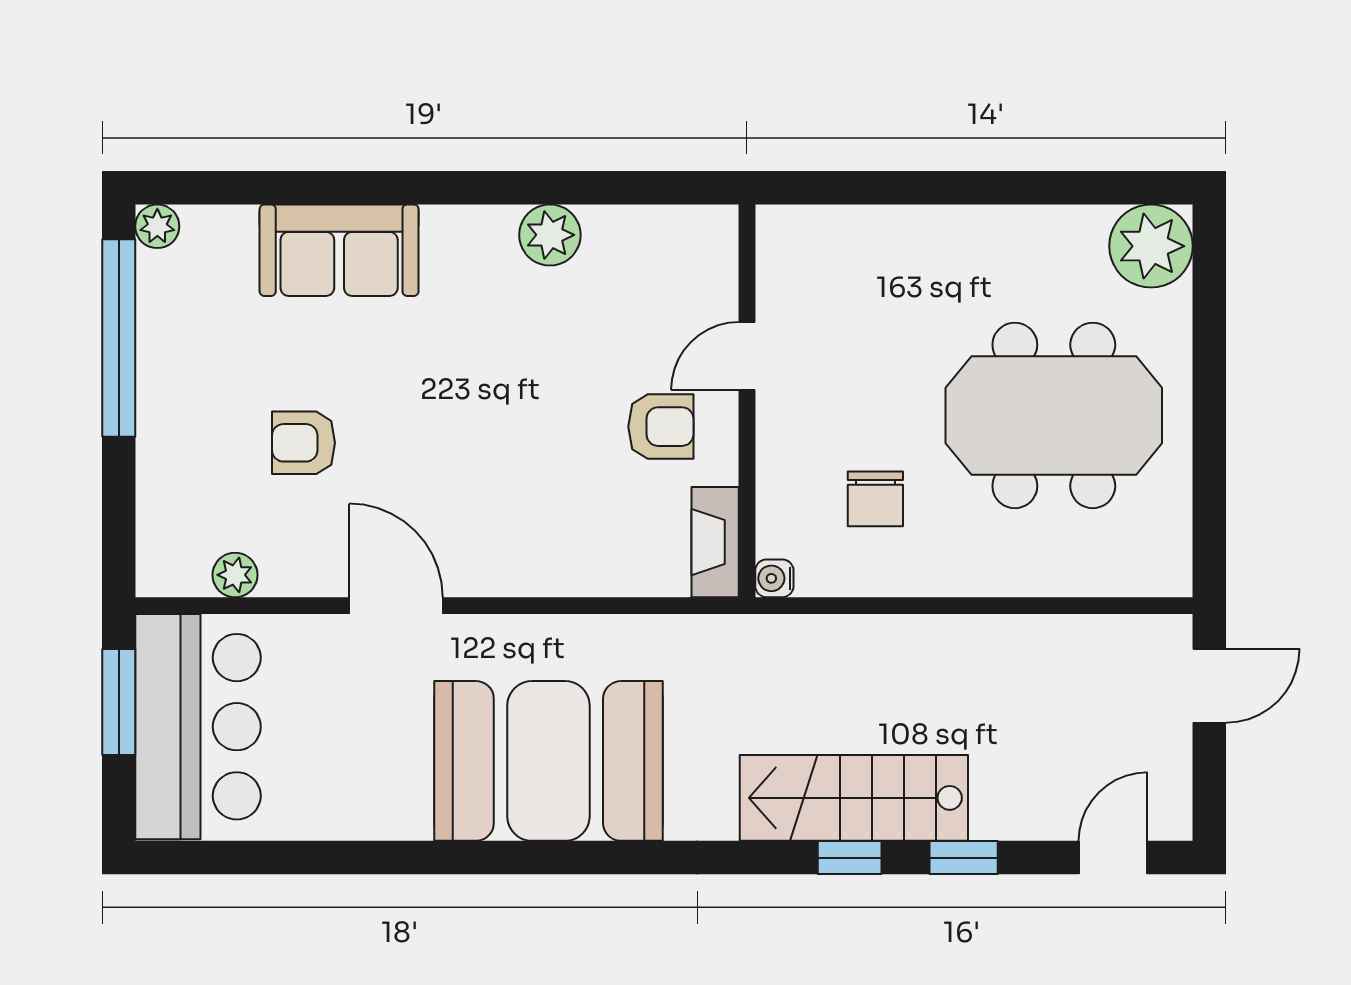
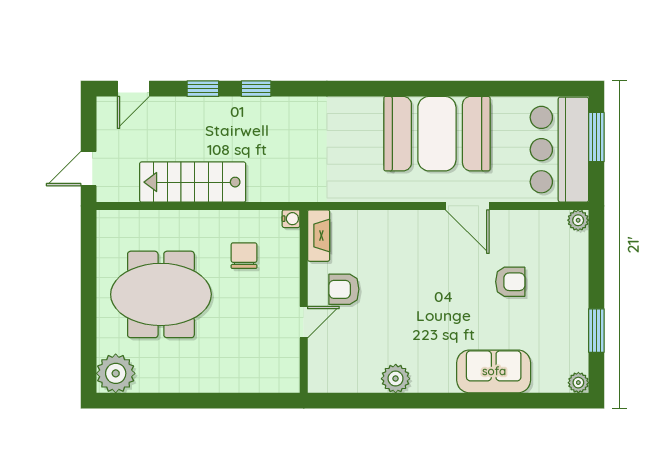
window: (119, 338) -> (596, 331), width x0.47
plant: (235, 575) -> (578, 220), moved
window: (119, 702) -> (596, 137), moved
booth: (548, 761) -> (437, 134), moved
stairs: (854, 798) -> (193, 182), moved, turned 180

